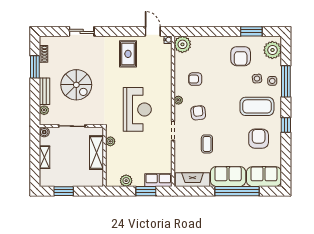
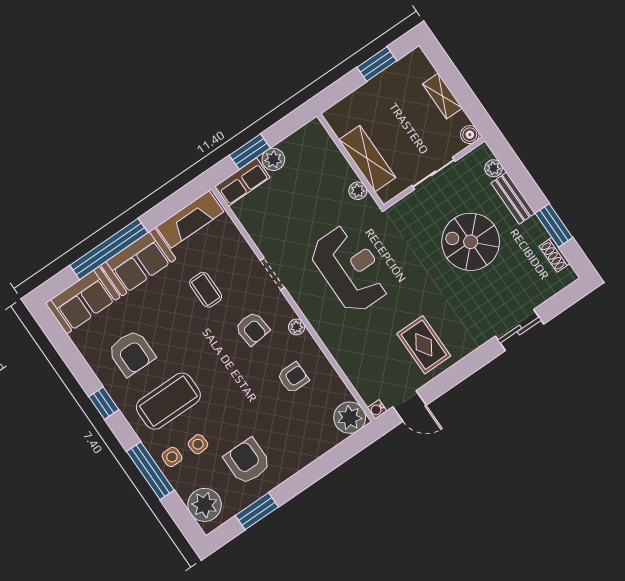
reception desk: (137, 109) -> (350, 269), turned 180
plant: (126, 181) -> (273, 159), moved

